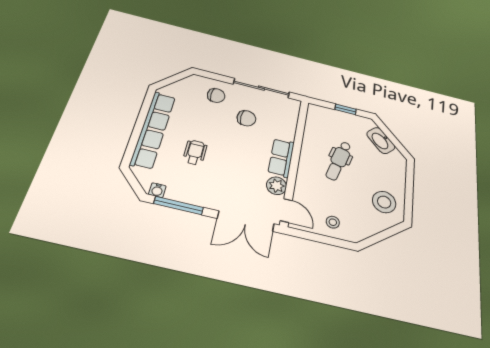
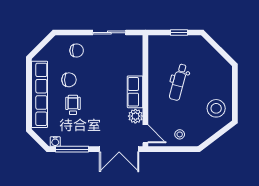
sliding door: (261, 88) -> (109, 33), width x0.73
chair: (246, 118) -> (69, 80), moved
washbasin: (381, 140) -> (210, 54), removed

